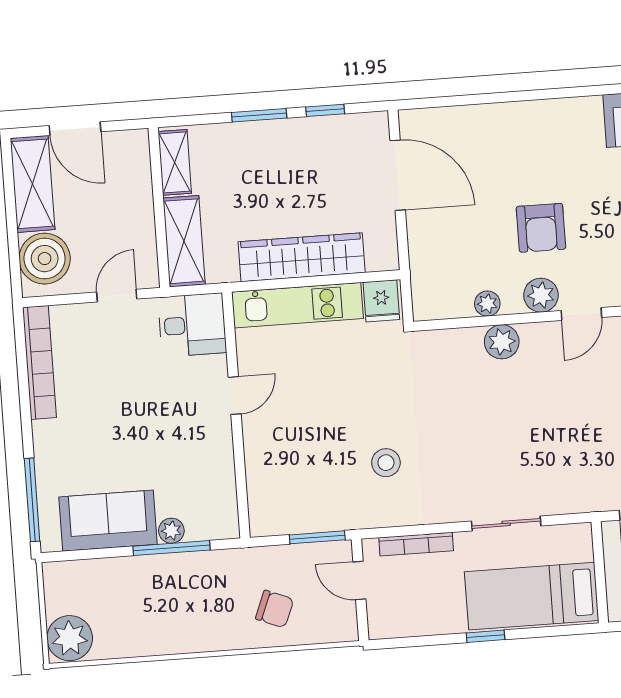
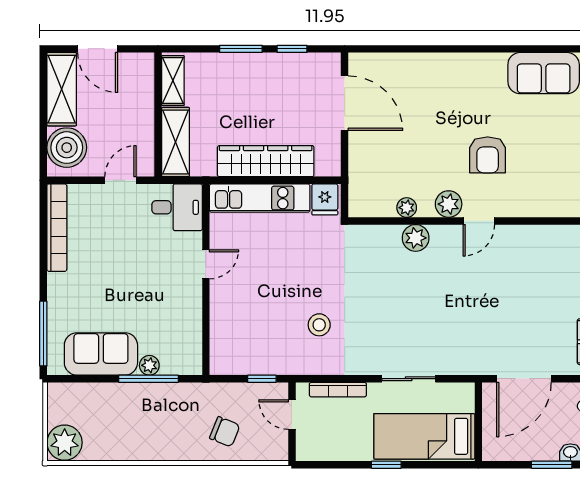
armchair: (541, 228) -> (488, 155), moved
window: (317, 537) -> (262, 379), width x0.67

